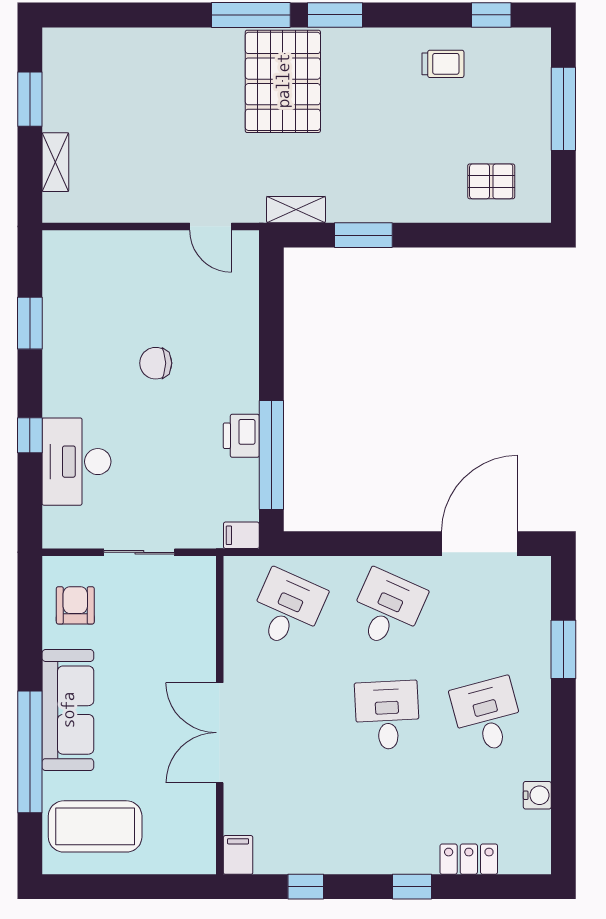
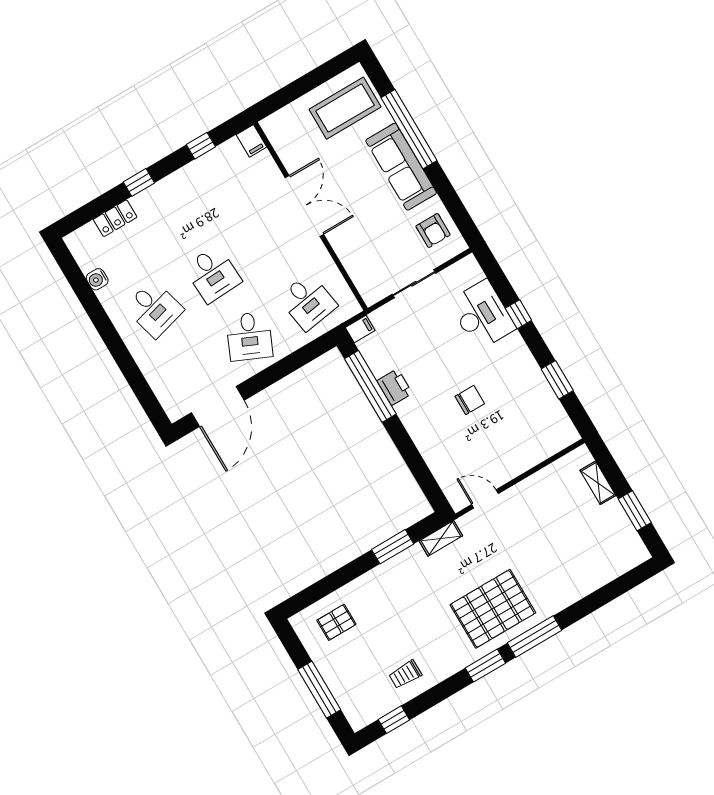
pallet: (283, 81) -> (493, 609), turned 90
desk: (287, 609) -> (308, 302), turned -33
window: (563, 649) -> (132, 374), removed

